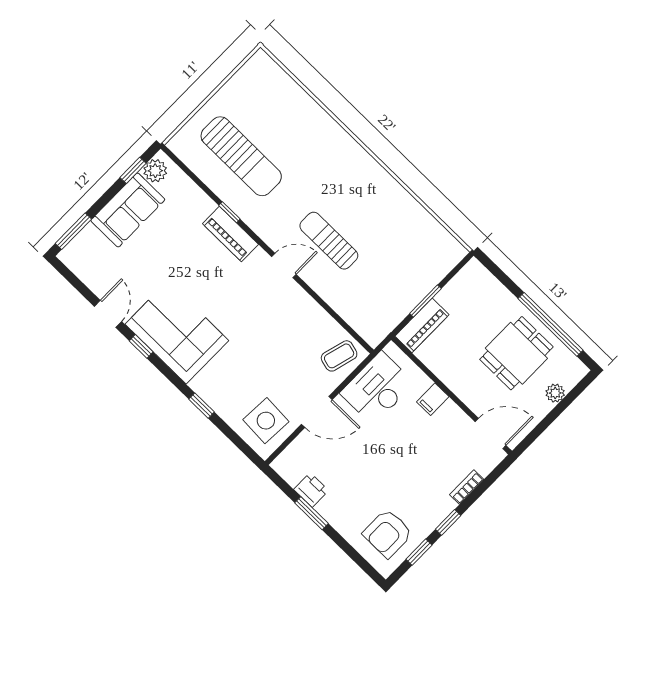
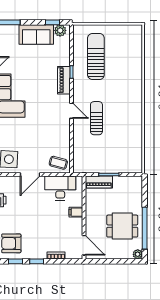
sun lounger: (241, 156) -> (96, 56), turned 180
plant: (555, 393) -> (138, 254), moved
door: (317, 412) -> (30, 175), hinge flipped

